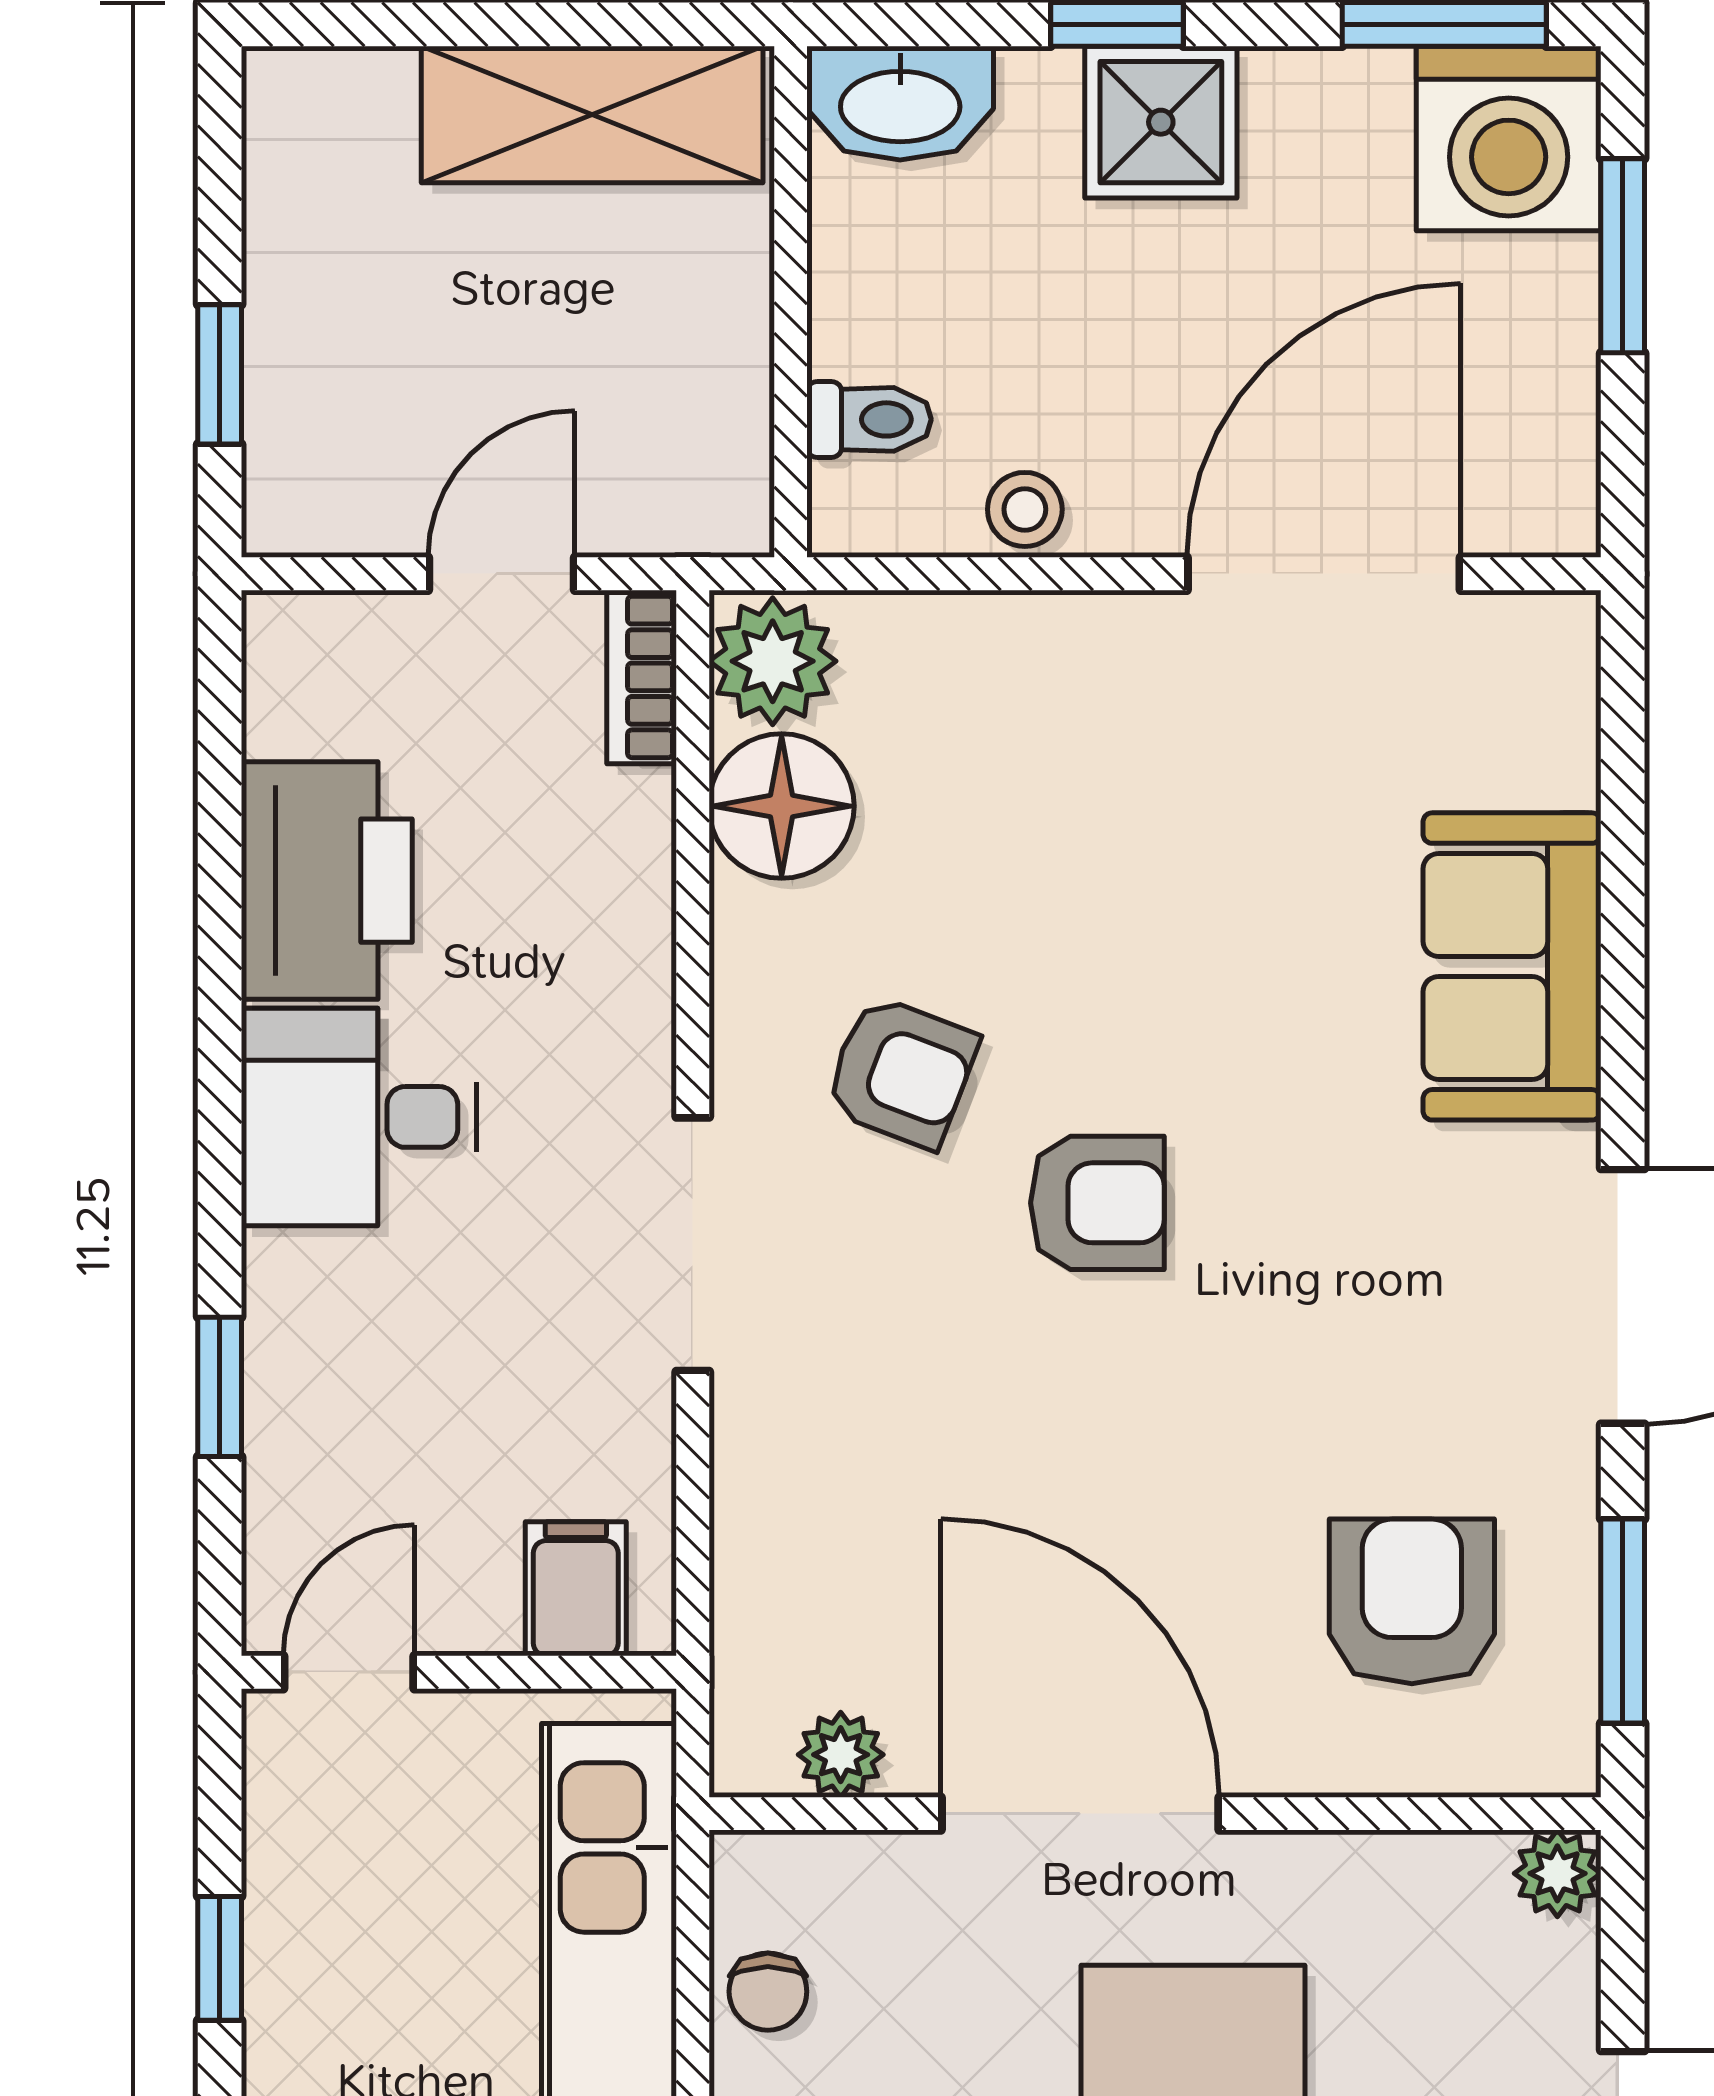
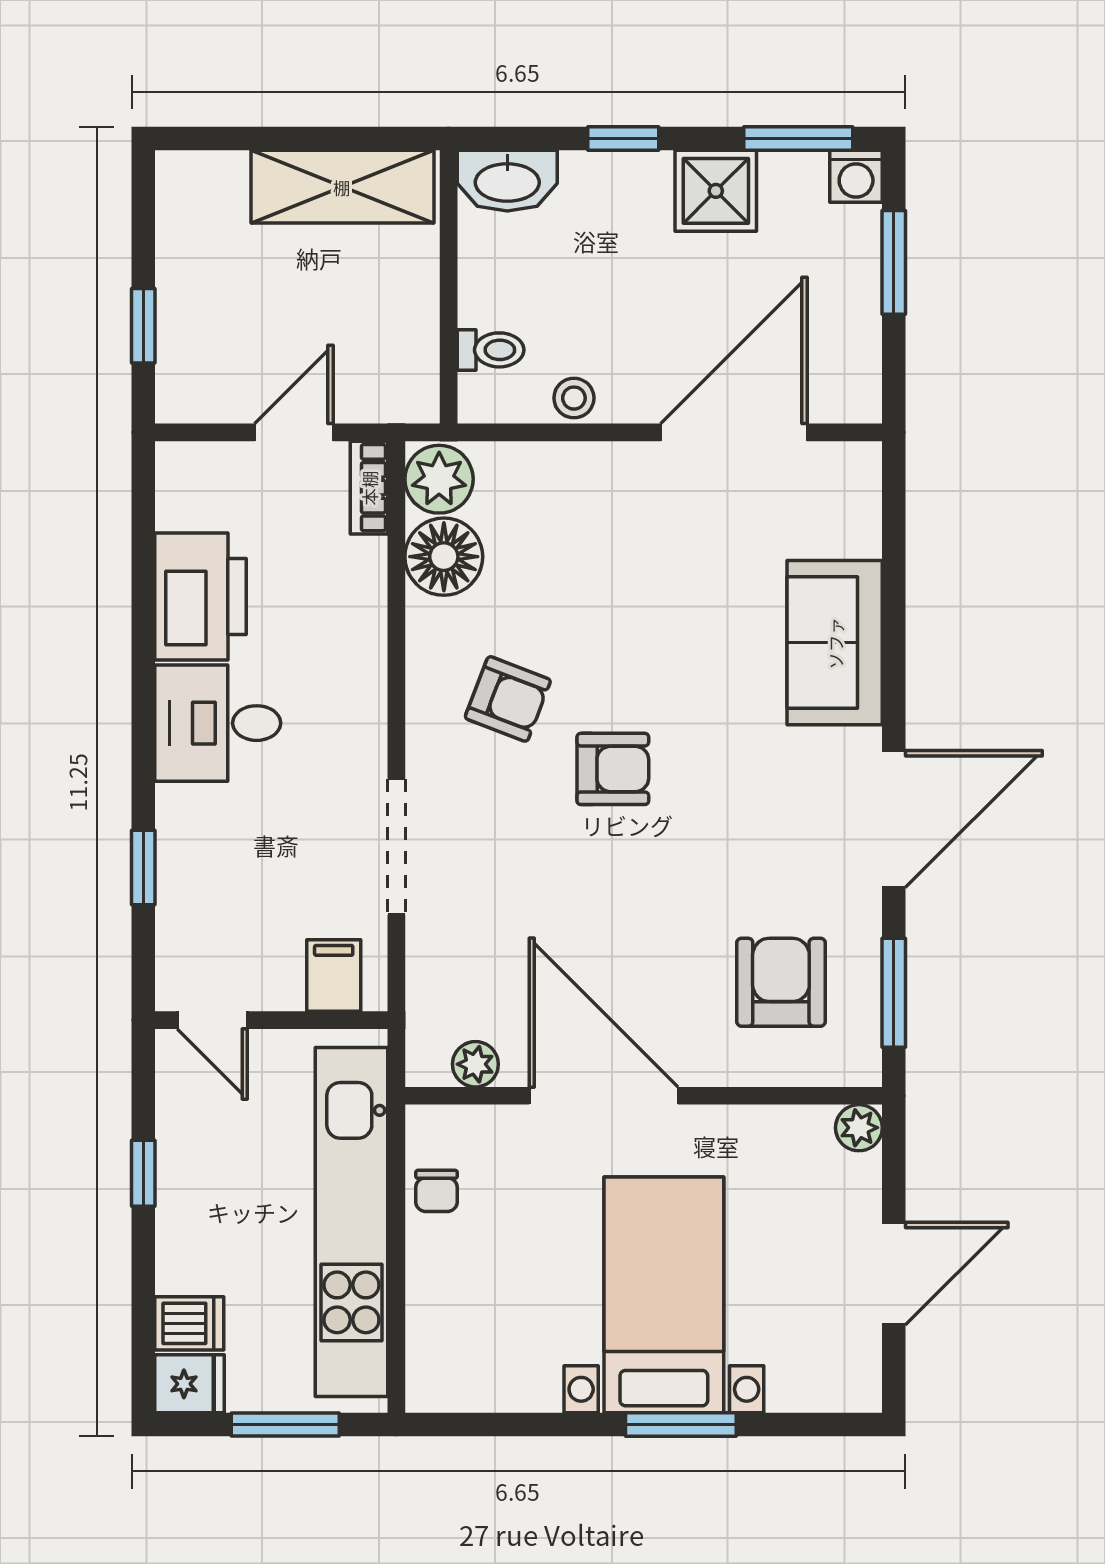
shower: (1161, 122) -> (716, 191), moved
washing machine: (1509, 139) -> (856, 176), width x0.53, depth x0.53
doorway: (693, 1244) -> (396, 847), moved
door: (349, 1672) -> (212, 1020), swing flipped

